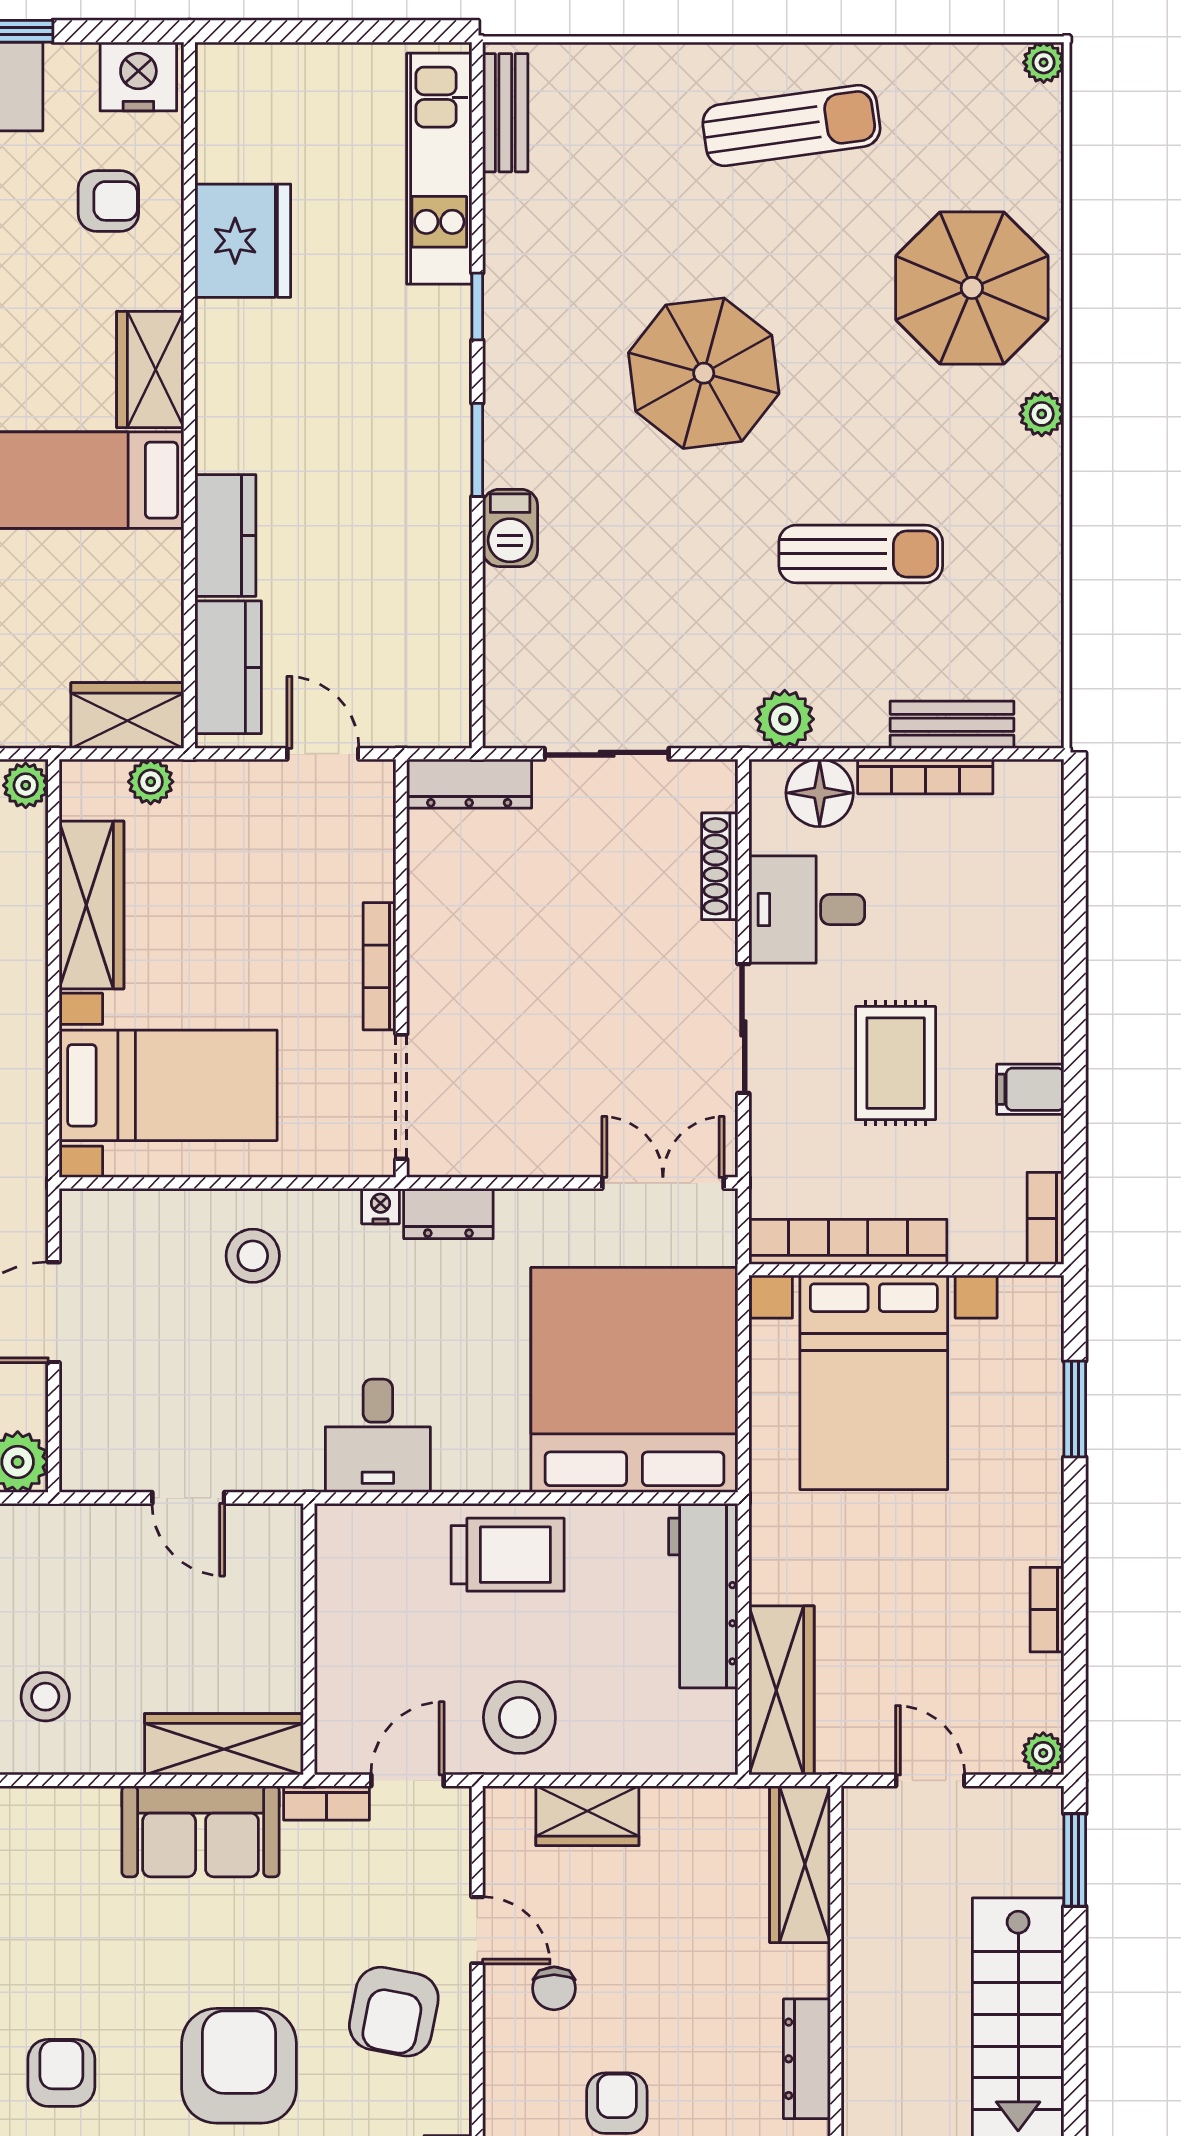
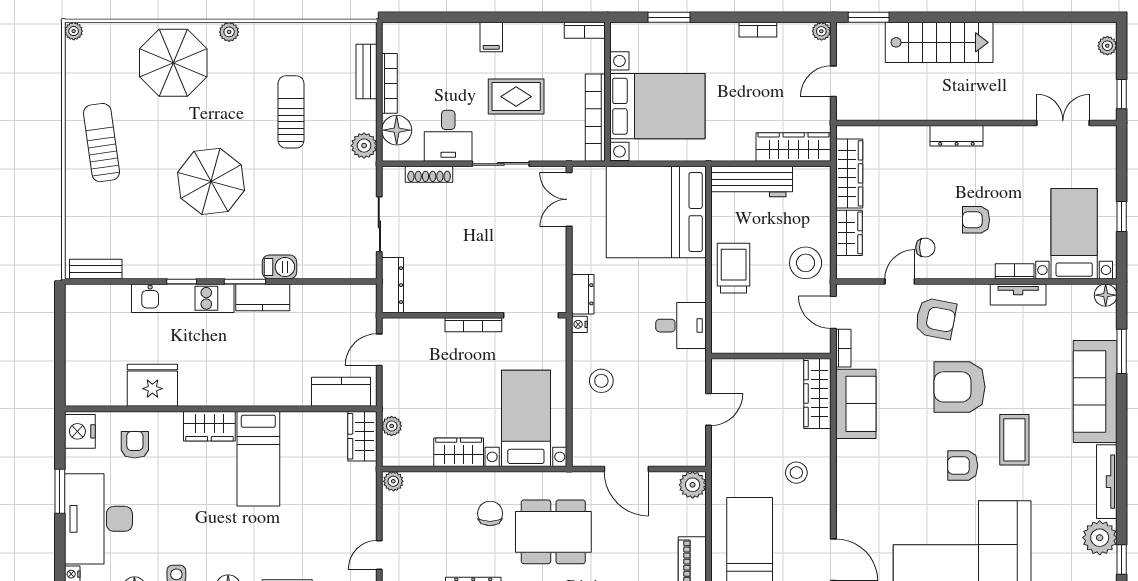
kitchen unit: (439, 169) -> (183, 298), moved
kitchen counter: (225, 535) -> (263, 297), moved, turned 180
wardrobe: (91, 905) -> (459, 452), width x0.67
filing cabinet: (1030, 1089) -> (491, 37), moved
wardrobe: (800, 1864) -> (849, 173), moved, turned -90

